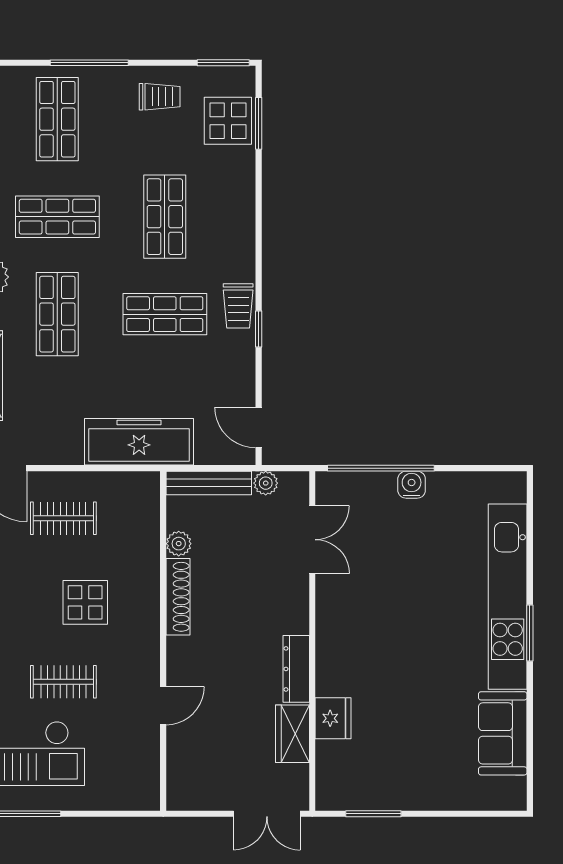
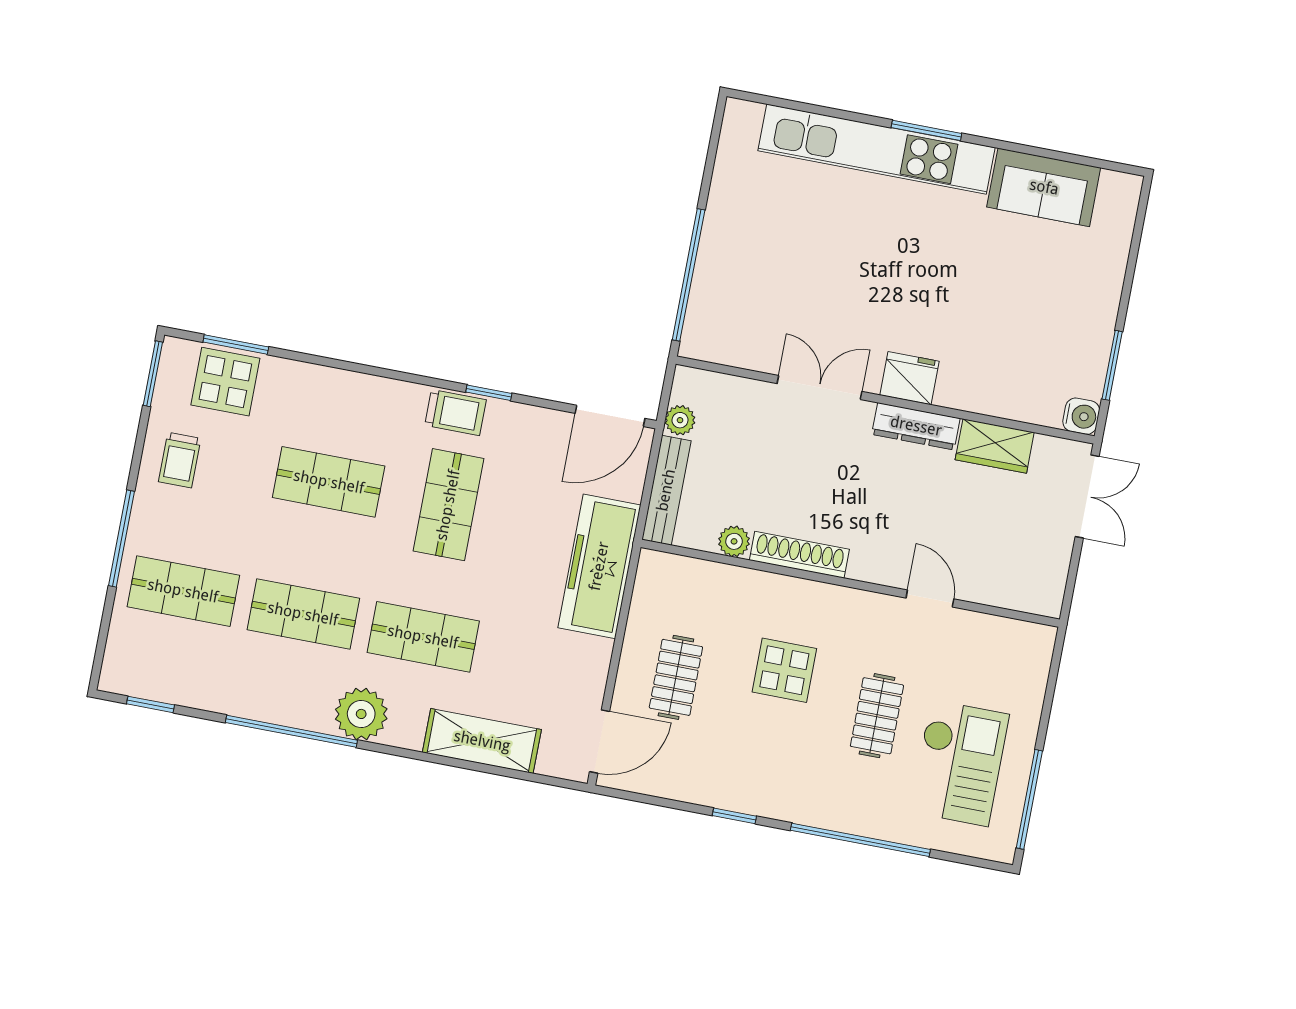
trolley: (160, 97) -> (180, 460), turned 180
shop shelf: (57, 217) -> (303, 614), turned 90
door: (259, 427) -> (610, 416), width x1.38
water cooler: (412, 485) -> (1081, 416), moved, turned 180
double door: (312, 540) -> (820, 387), moved
fridge: (333, 718) -> (910, 378), moved

